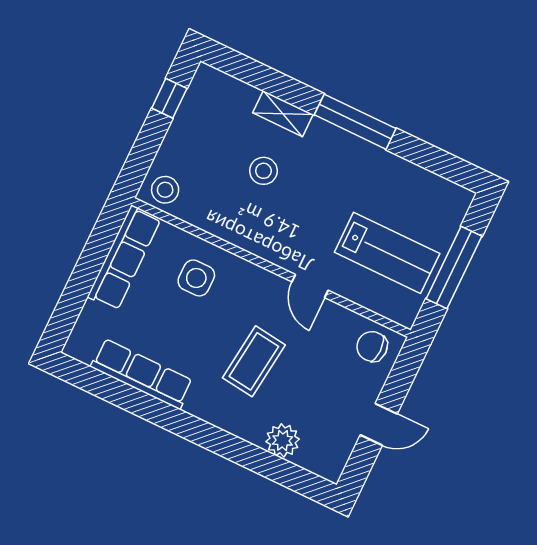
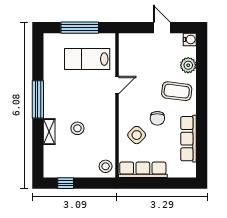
lab bench: (387, 253) -> (87, 59), turned -90
side table: (196, 278) -> (137, 135), turned 45
chair: (372, 346) -> (157, 118), moved
coffee table: (254, 361) -> (177, 91), moved
water cooler: (330, 467) -> (190, 39), added

